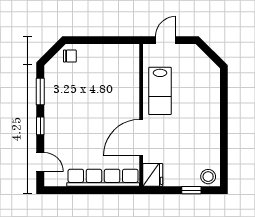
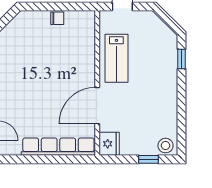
chair: (70, 56) -> (57, 18), moved
window: (224, 92) -> (182, 59), added

